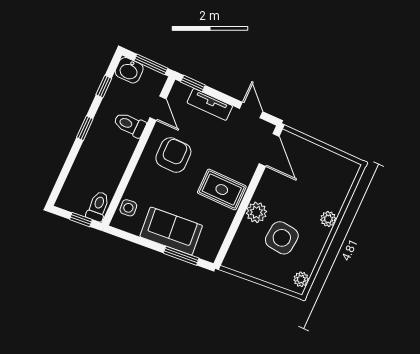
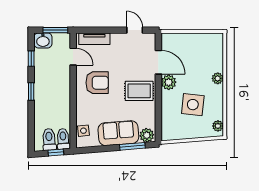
window: (193, 83) -> (89, 30), removed
tv unit: (210, 104) -> (94, 39), moved
toilet: (130, 125) -> (49, 139), moved, turned 85
door: (269, 150) -> (158, 62), moved
armchair: (173, 155) -> (97, 83), turned 90
plant: (256, 212) -> (169, 82), moved
plant: (206, 250) -> (147, 135), added

